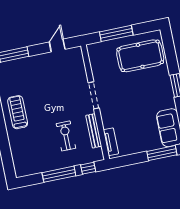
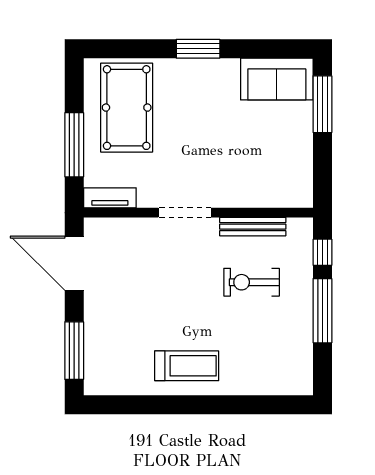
door: (57, 46) -> (74, 263), width x1.88
treadmill: (18, 112) -> (187, 366), turned 180
tv unit: (111, 142) -> (110, 198), moved

